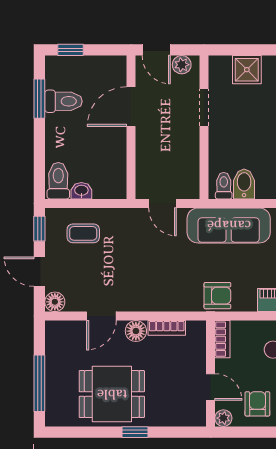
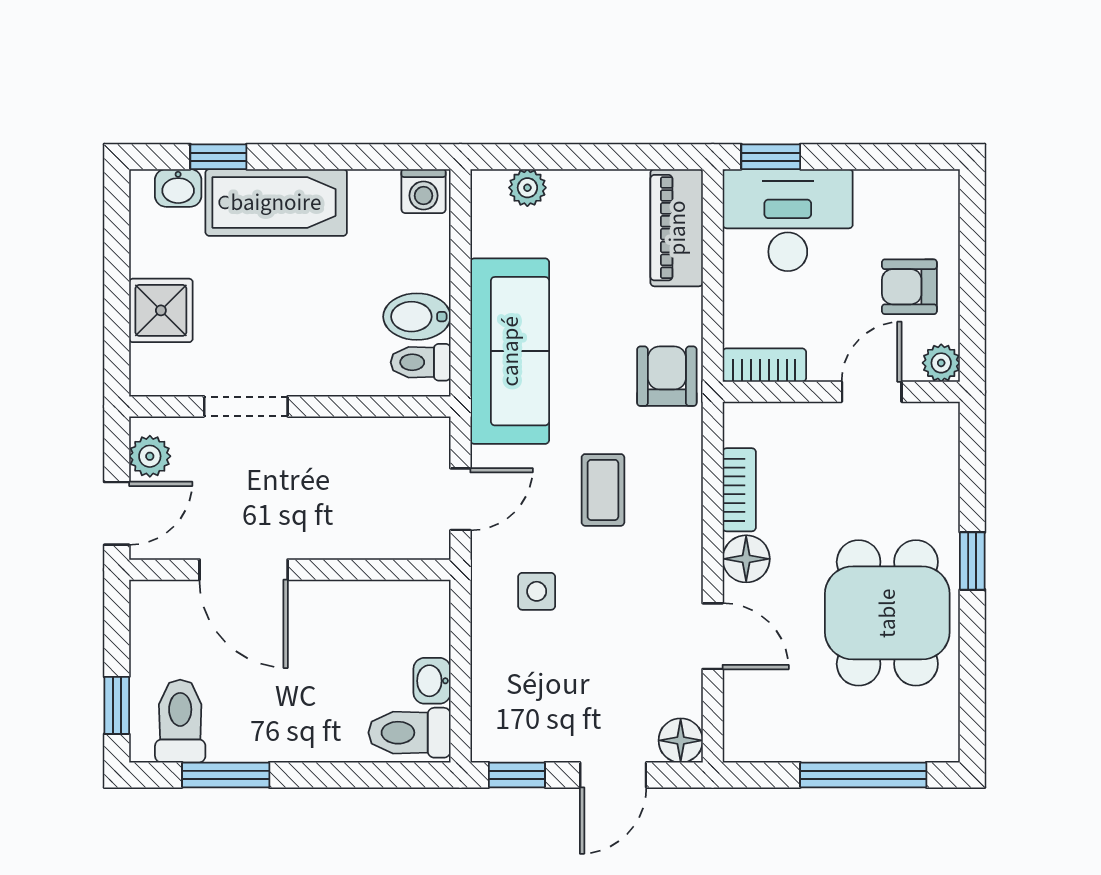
toilet: (63, 101) -> (180, 721), moved
coffee table: (83, 233) -> (603, 490), moved
side table: (121, 237) -> (537, 591), added

